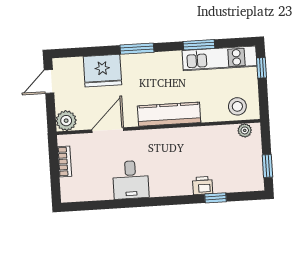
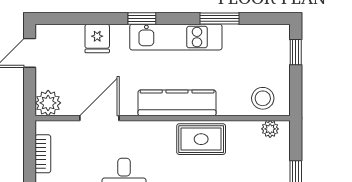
window: (137, 49) -> (142, 19), width x0.67
kitchen unit: (220, 58) -> (176, 37), moved
fridge: (102, 71) -> (97, 39), width x0.53, depth x0.75
rug: (190, 142) -> (201, 139), added

